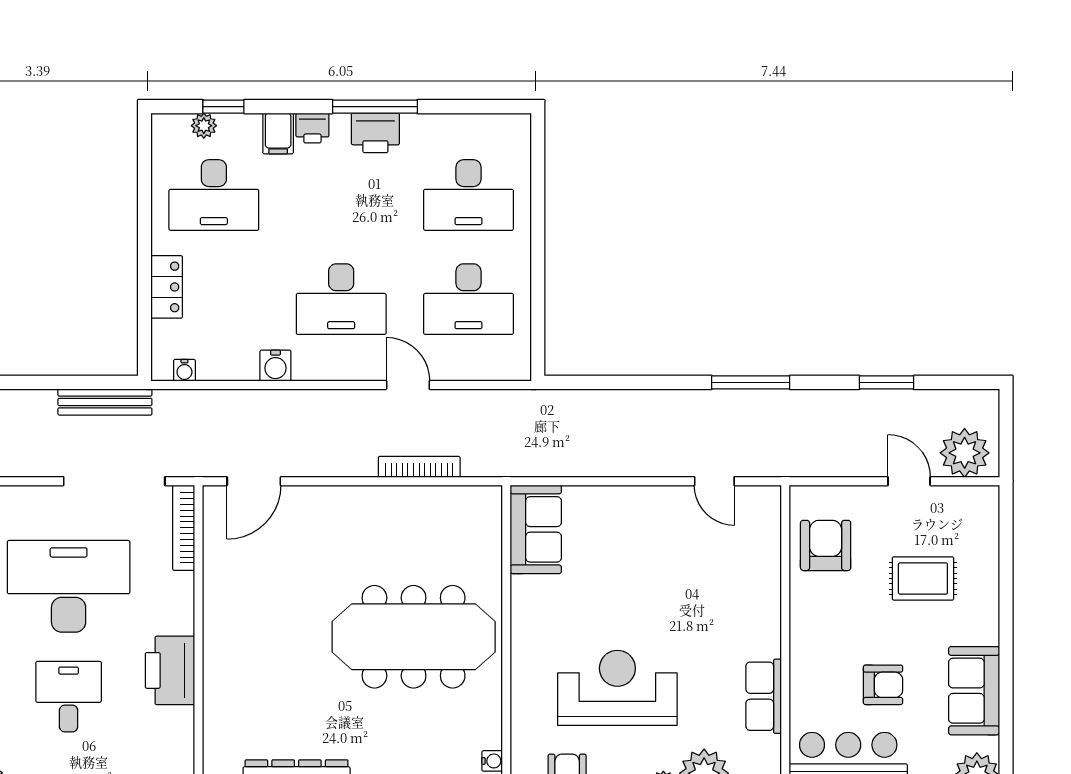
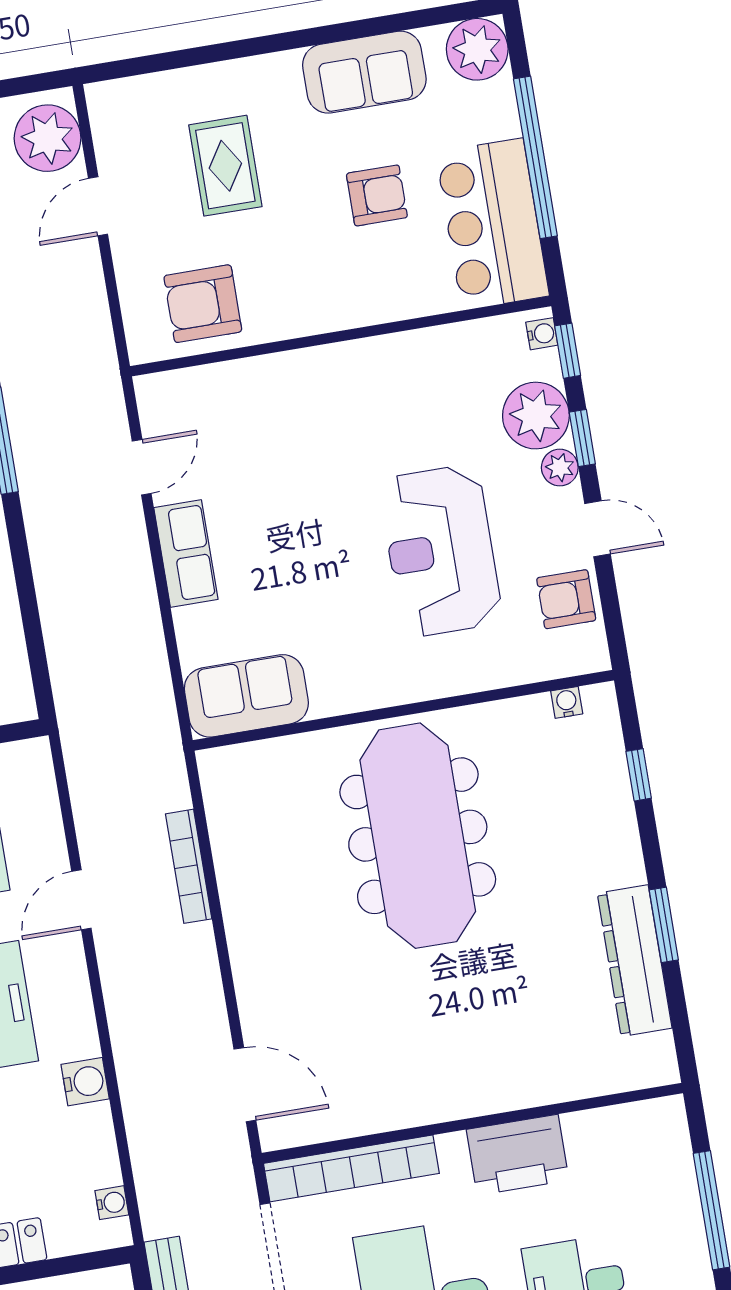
bookcase: (184, 528) -> (351, 1168), width x1.48, depth x1.31
armchair: (883, 685) -> (377, 195), turned 90
row of seats: (764, 696) -> (186, 553), moved, turned -90

